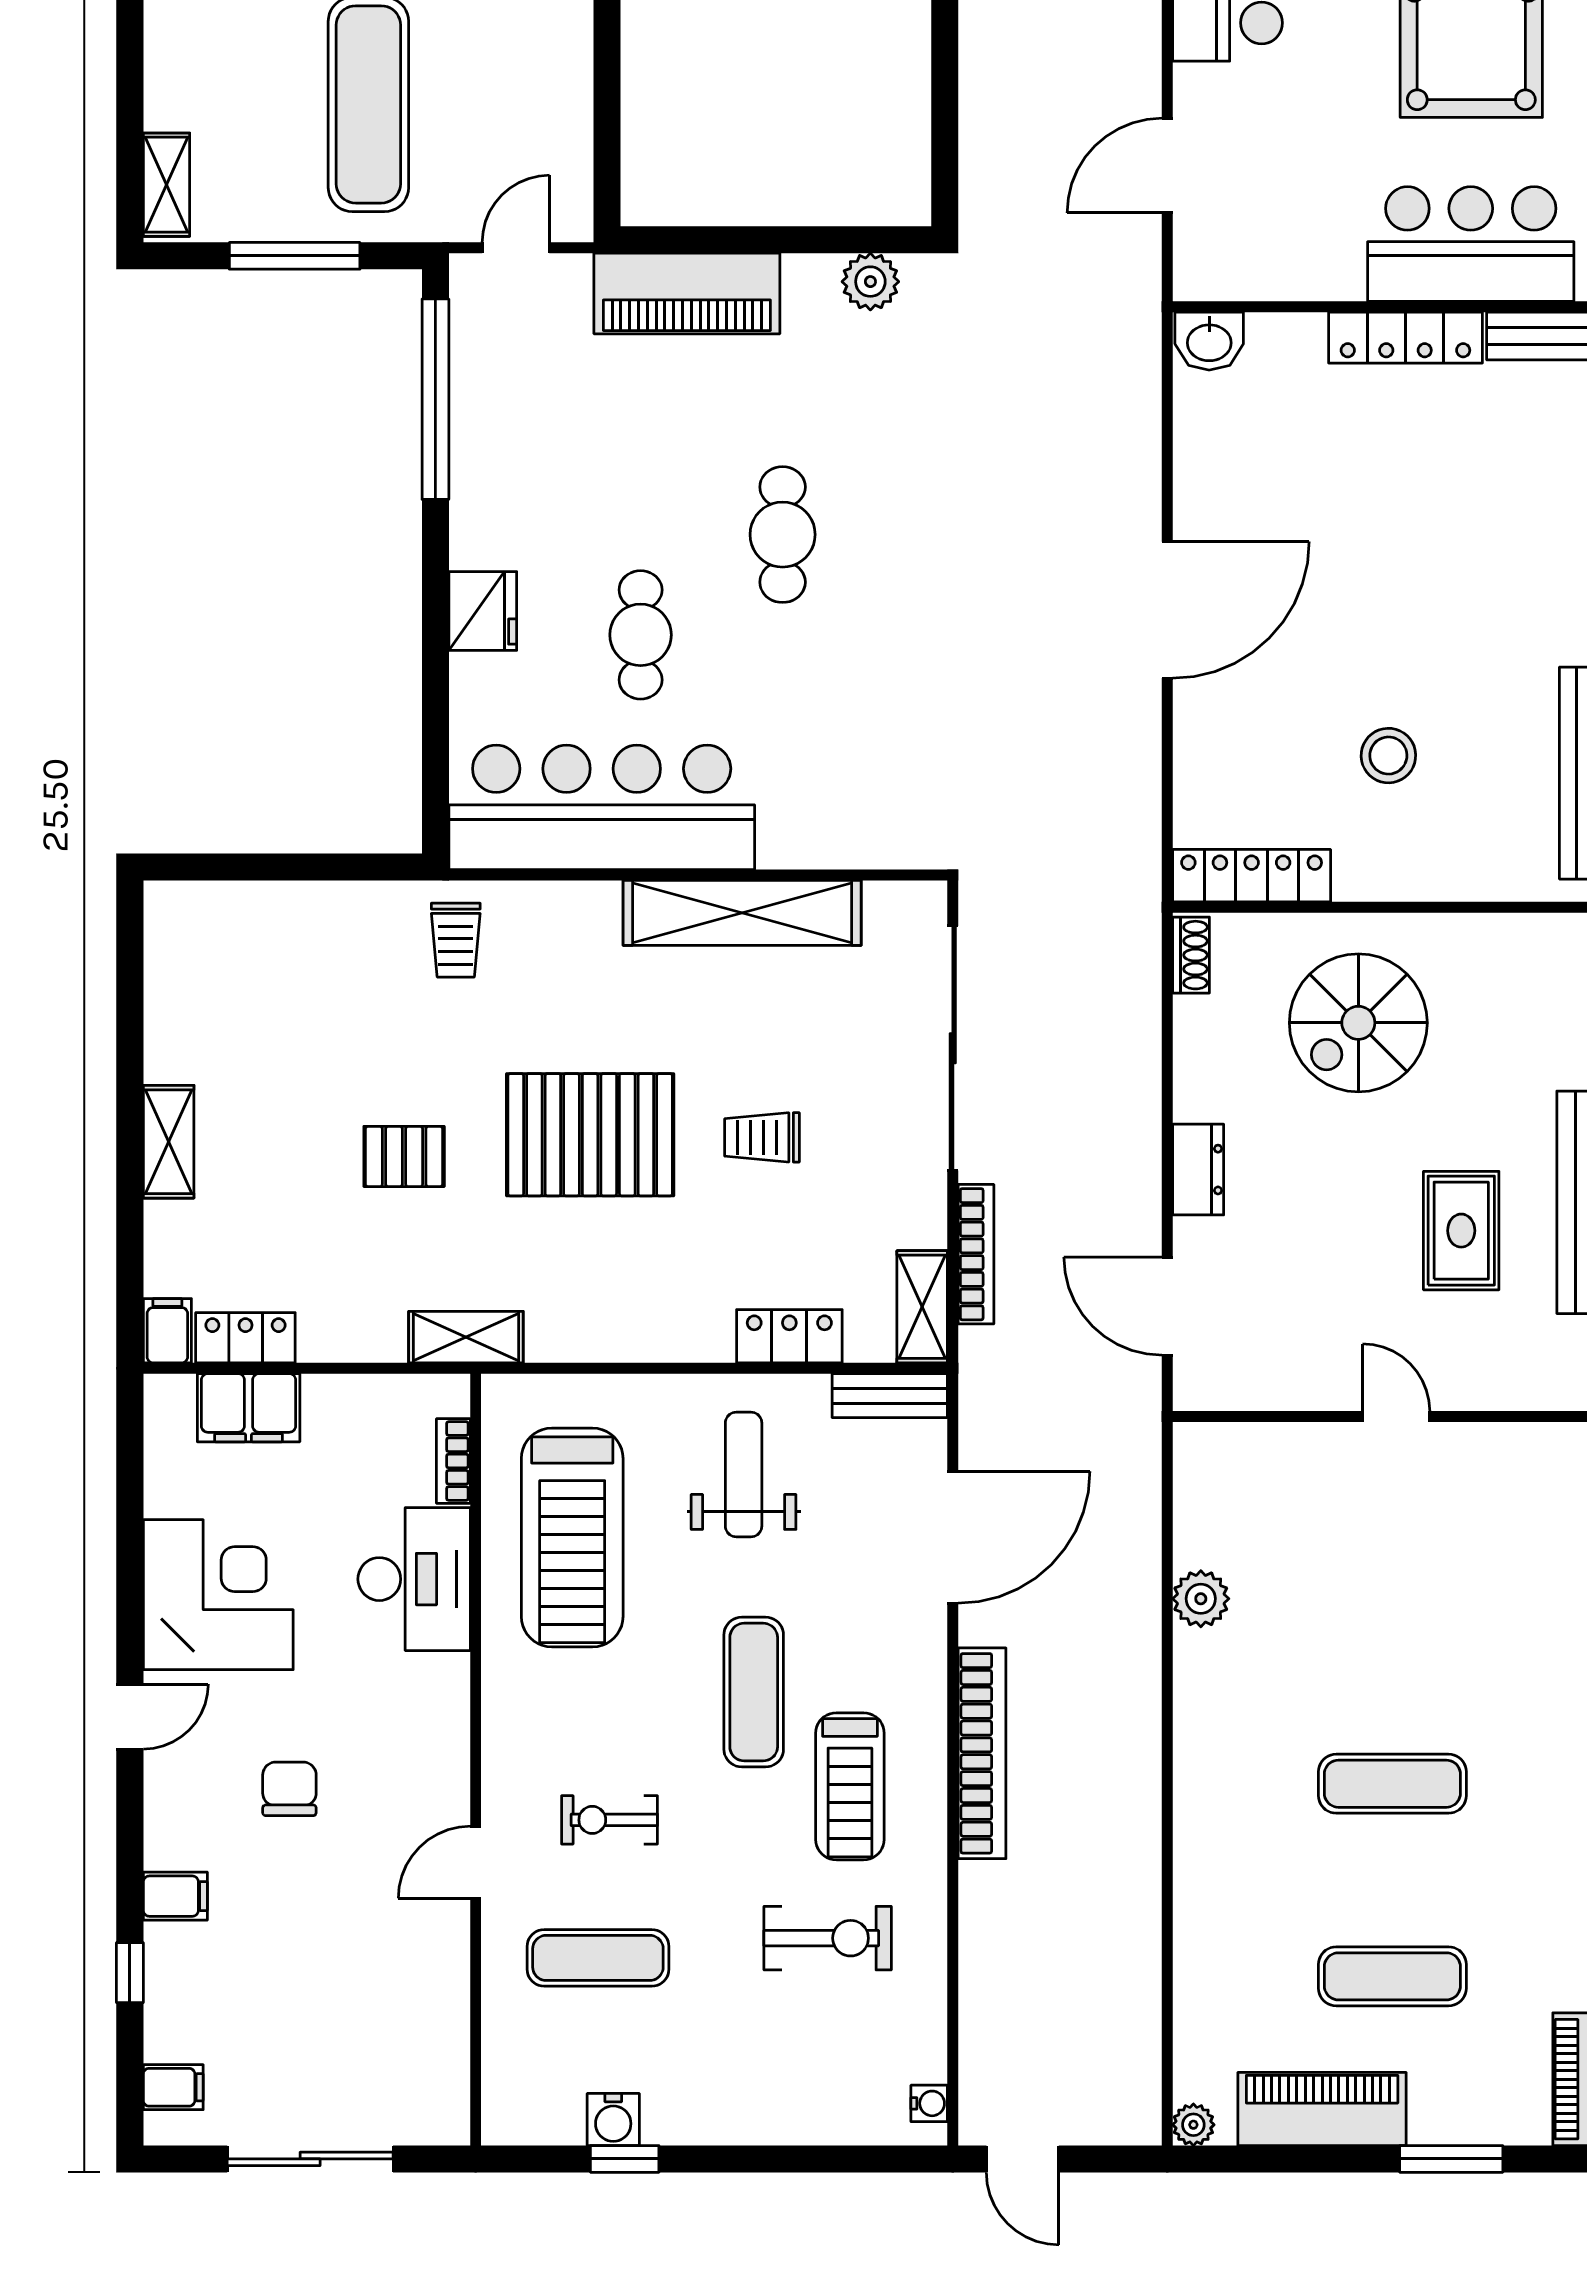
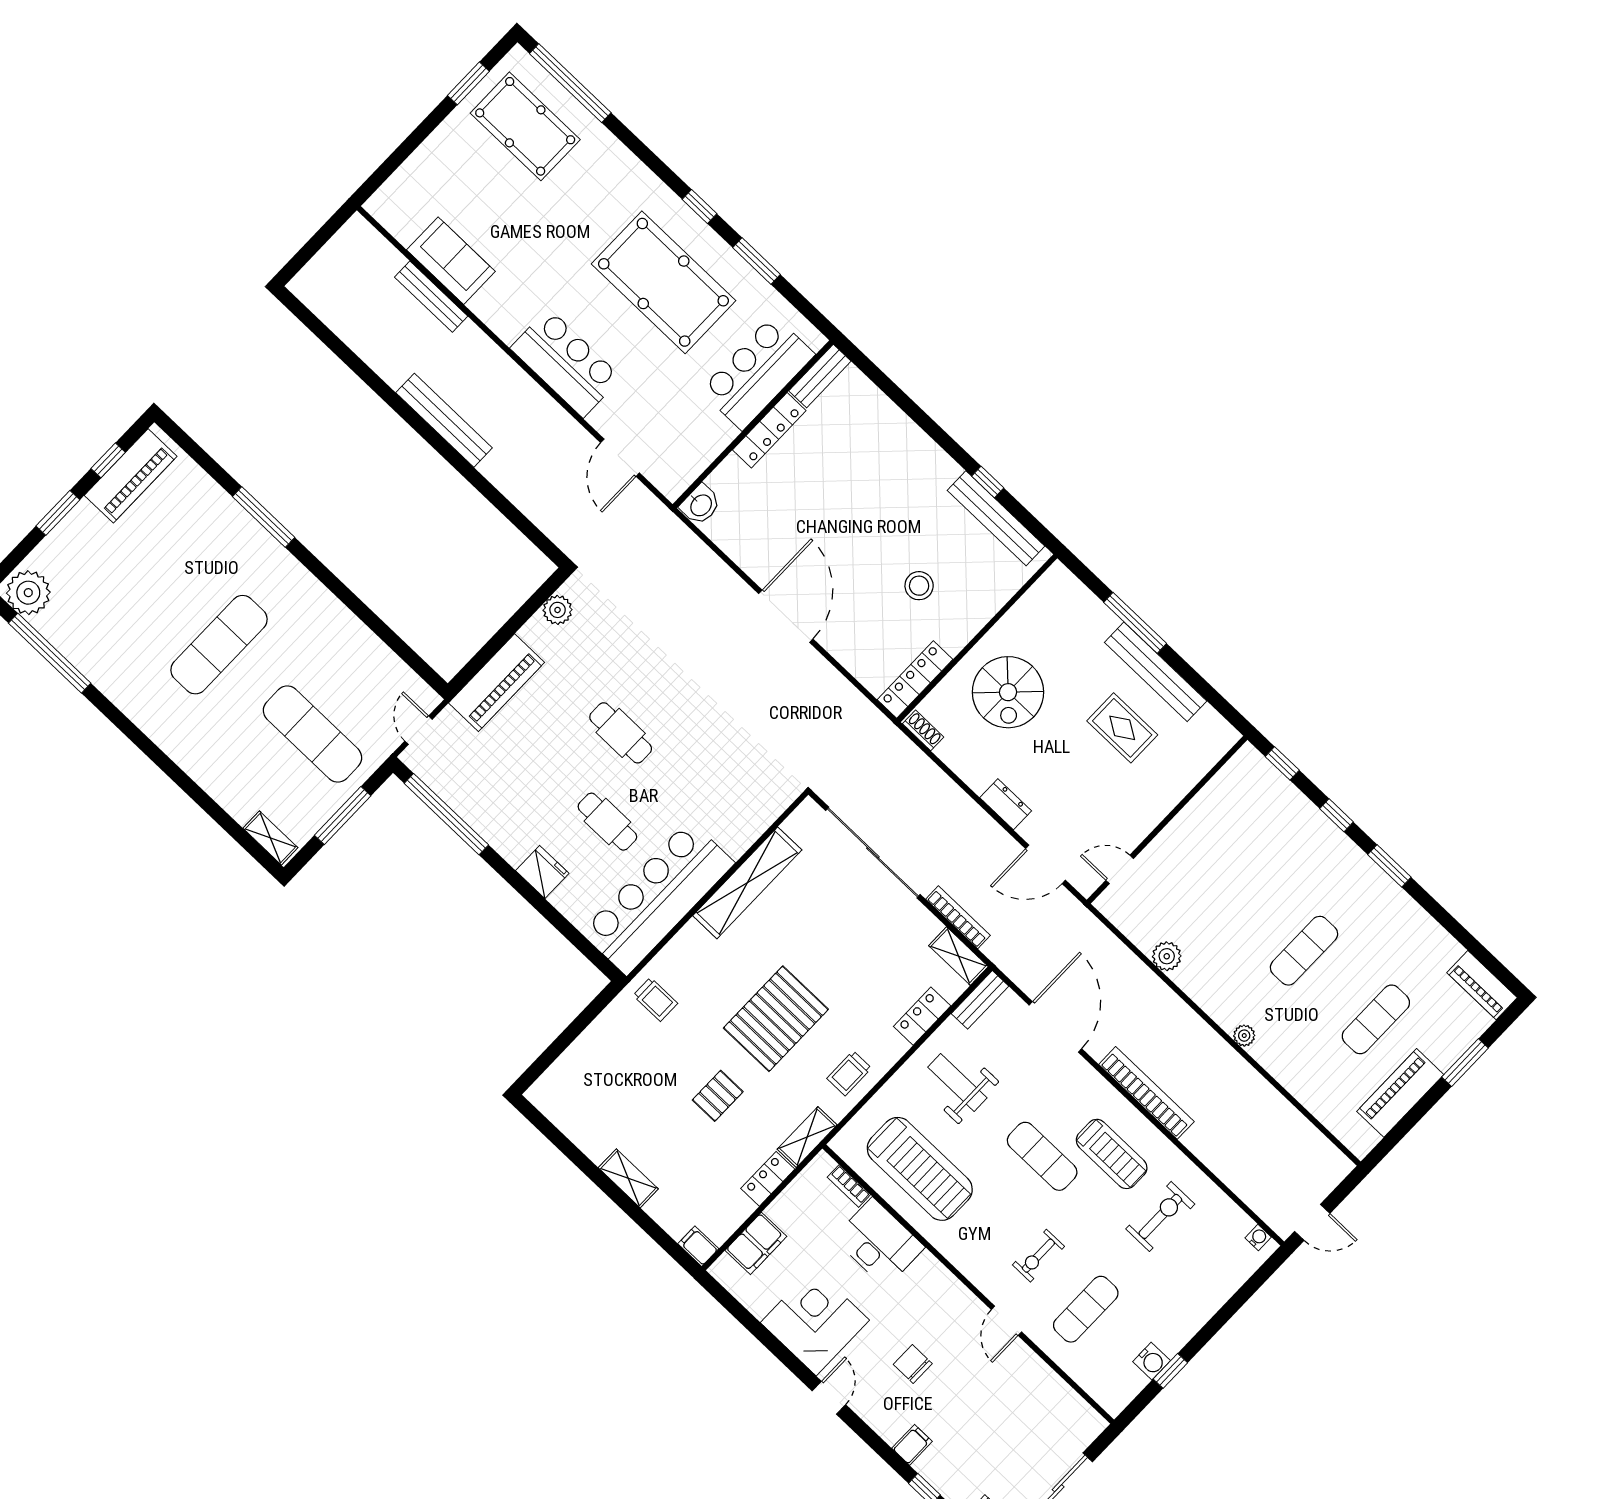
trolley: (762, 1137) -> (849, 1073), moved
locker: (245, 1338) -> (768, 1179), moved
door: (1396, 1416) -> (1120, 869), moved
plant: (1193, 2125) -> (1244, 1036), moved

